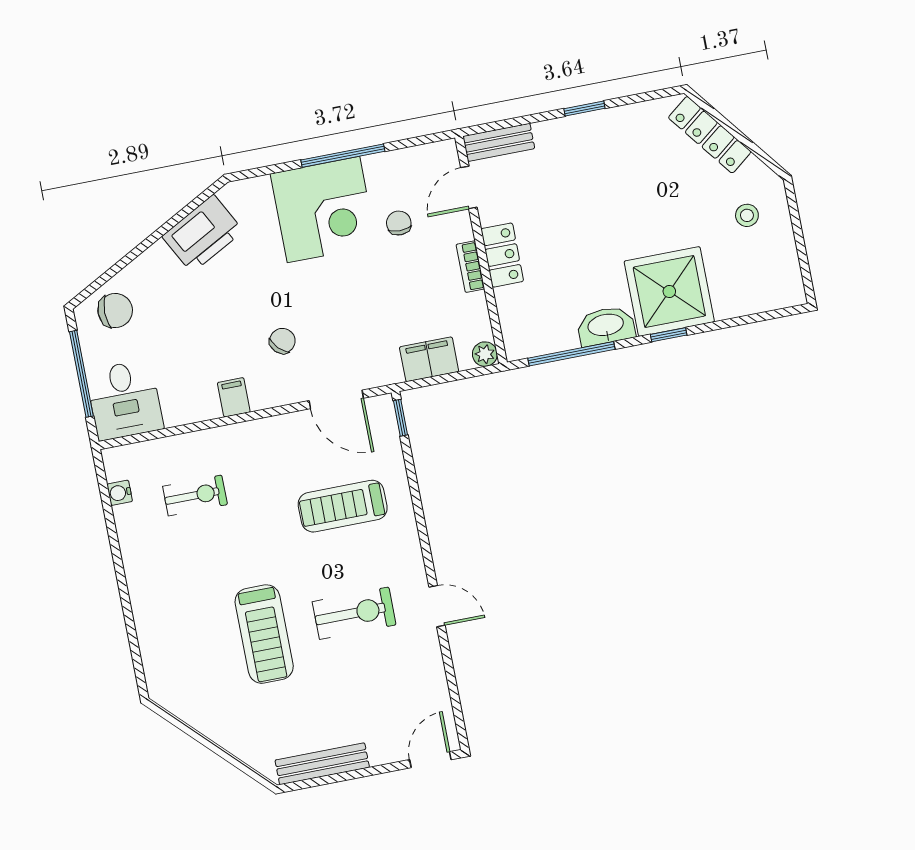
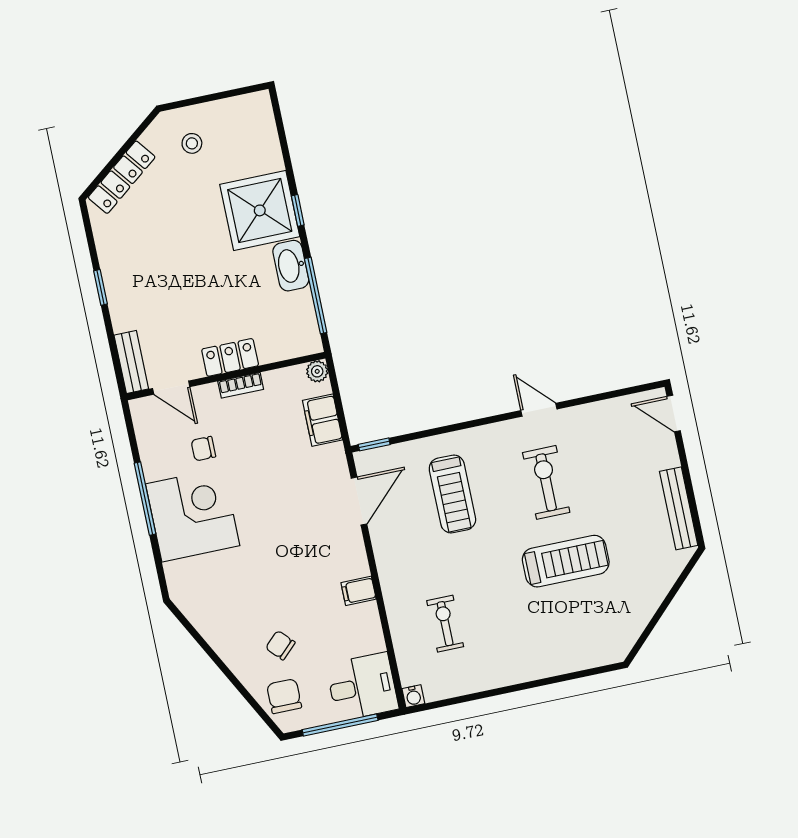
printer: (203, 234) -> (215, 620), removed
chair: (282, 341) -> (280, 645), moved
water cooler: (120, 493) -> (413, 696), moved
door: (437, 606) -> (539, 410), hinge flipped

